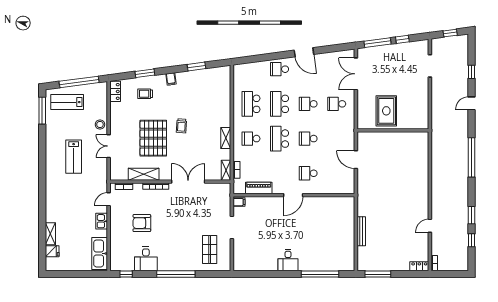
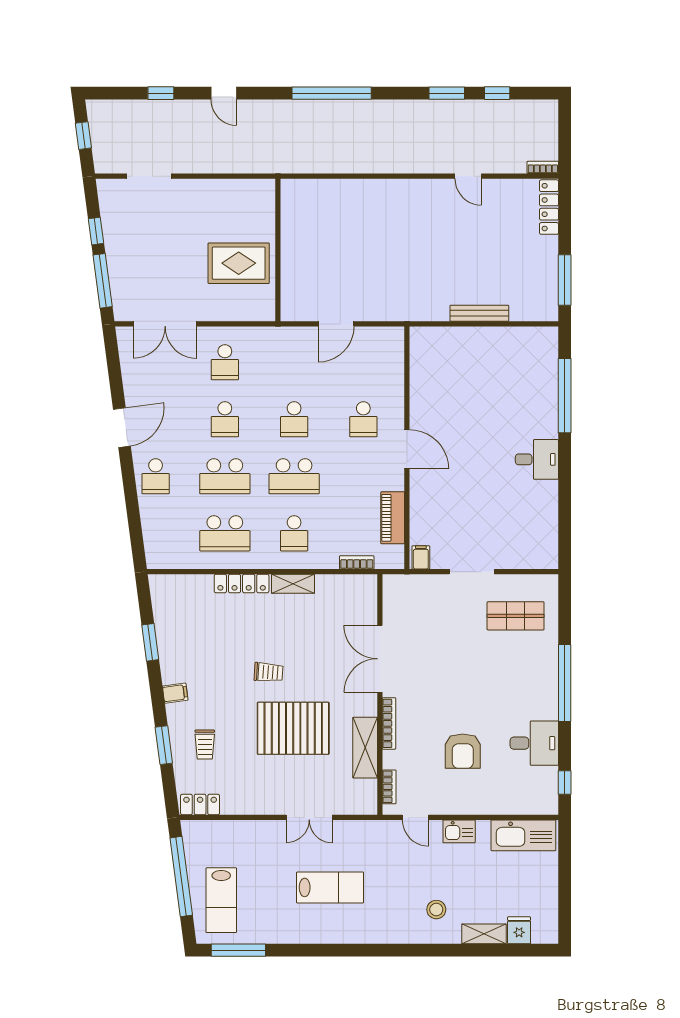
locker: (226, 112) -> (242, 584), added
stool: (100, 124) -> (436, 910), moved
shelving: (226, 170) -> (357, 583), removed
locker: (419, 266) -> (549, 207), width x1.53

